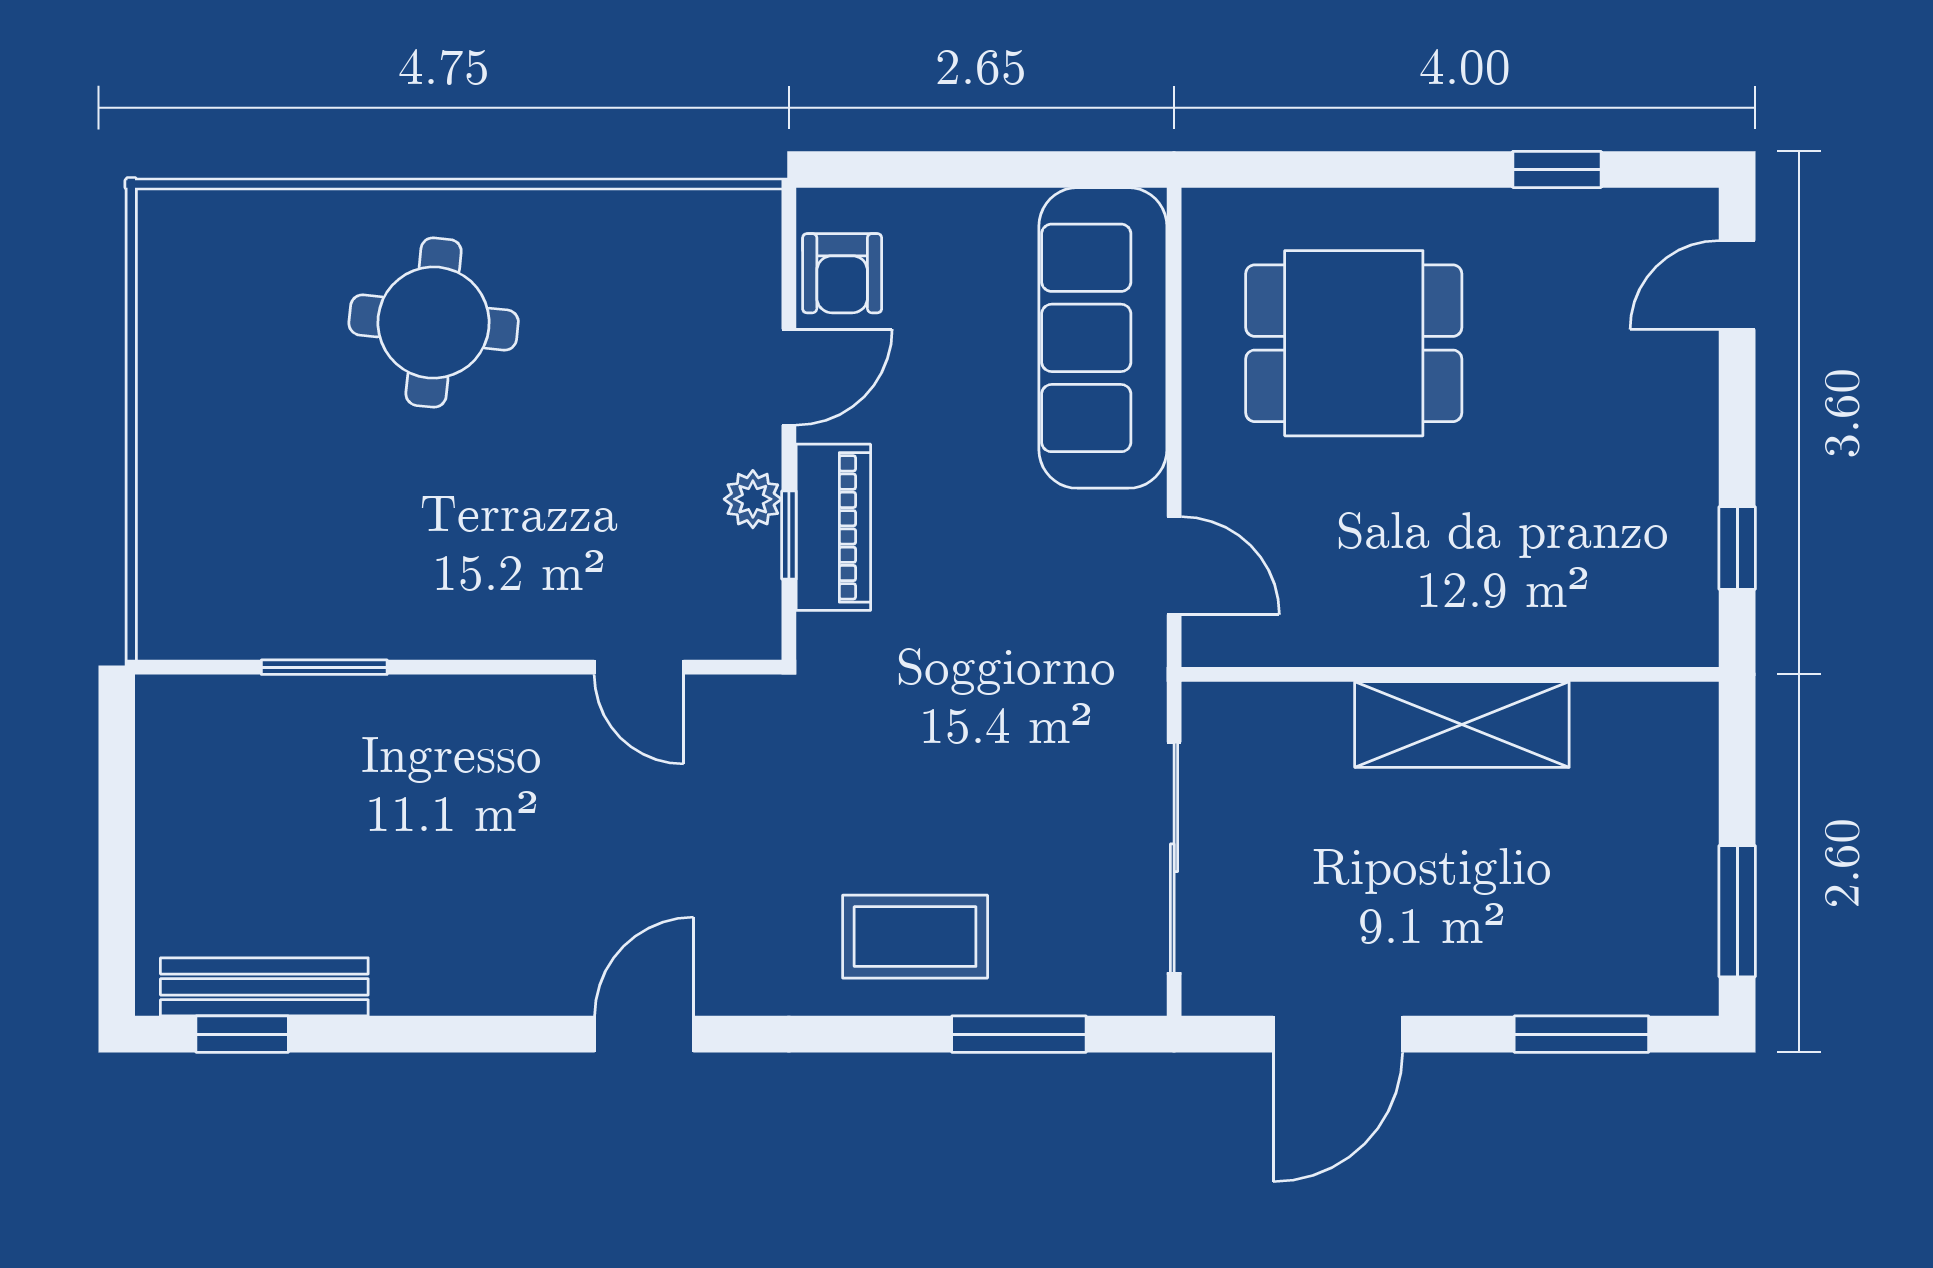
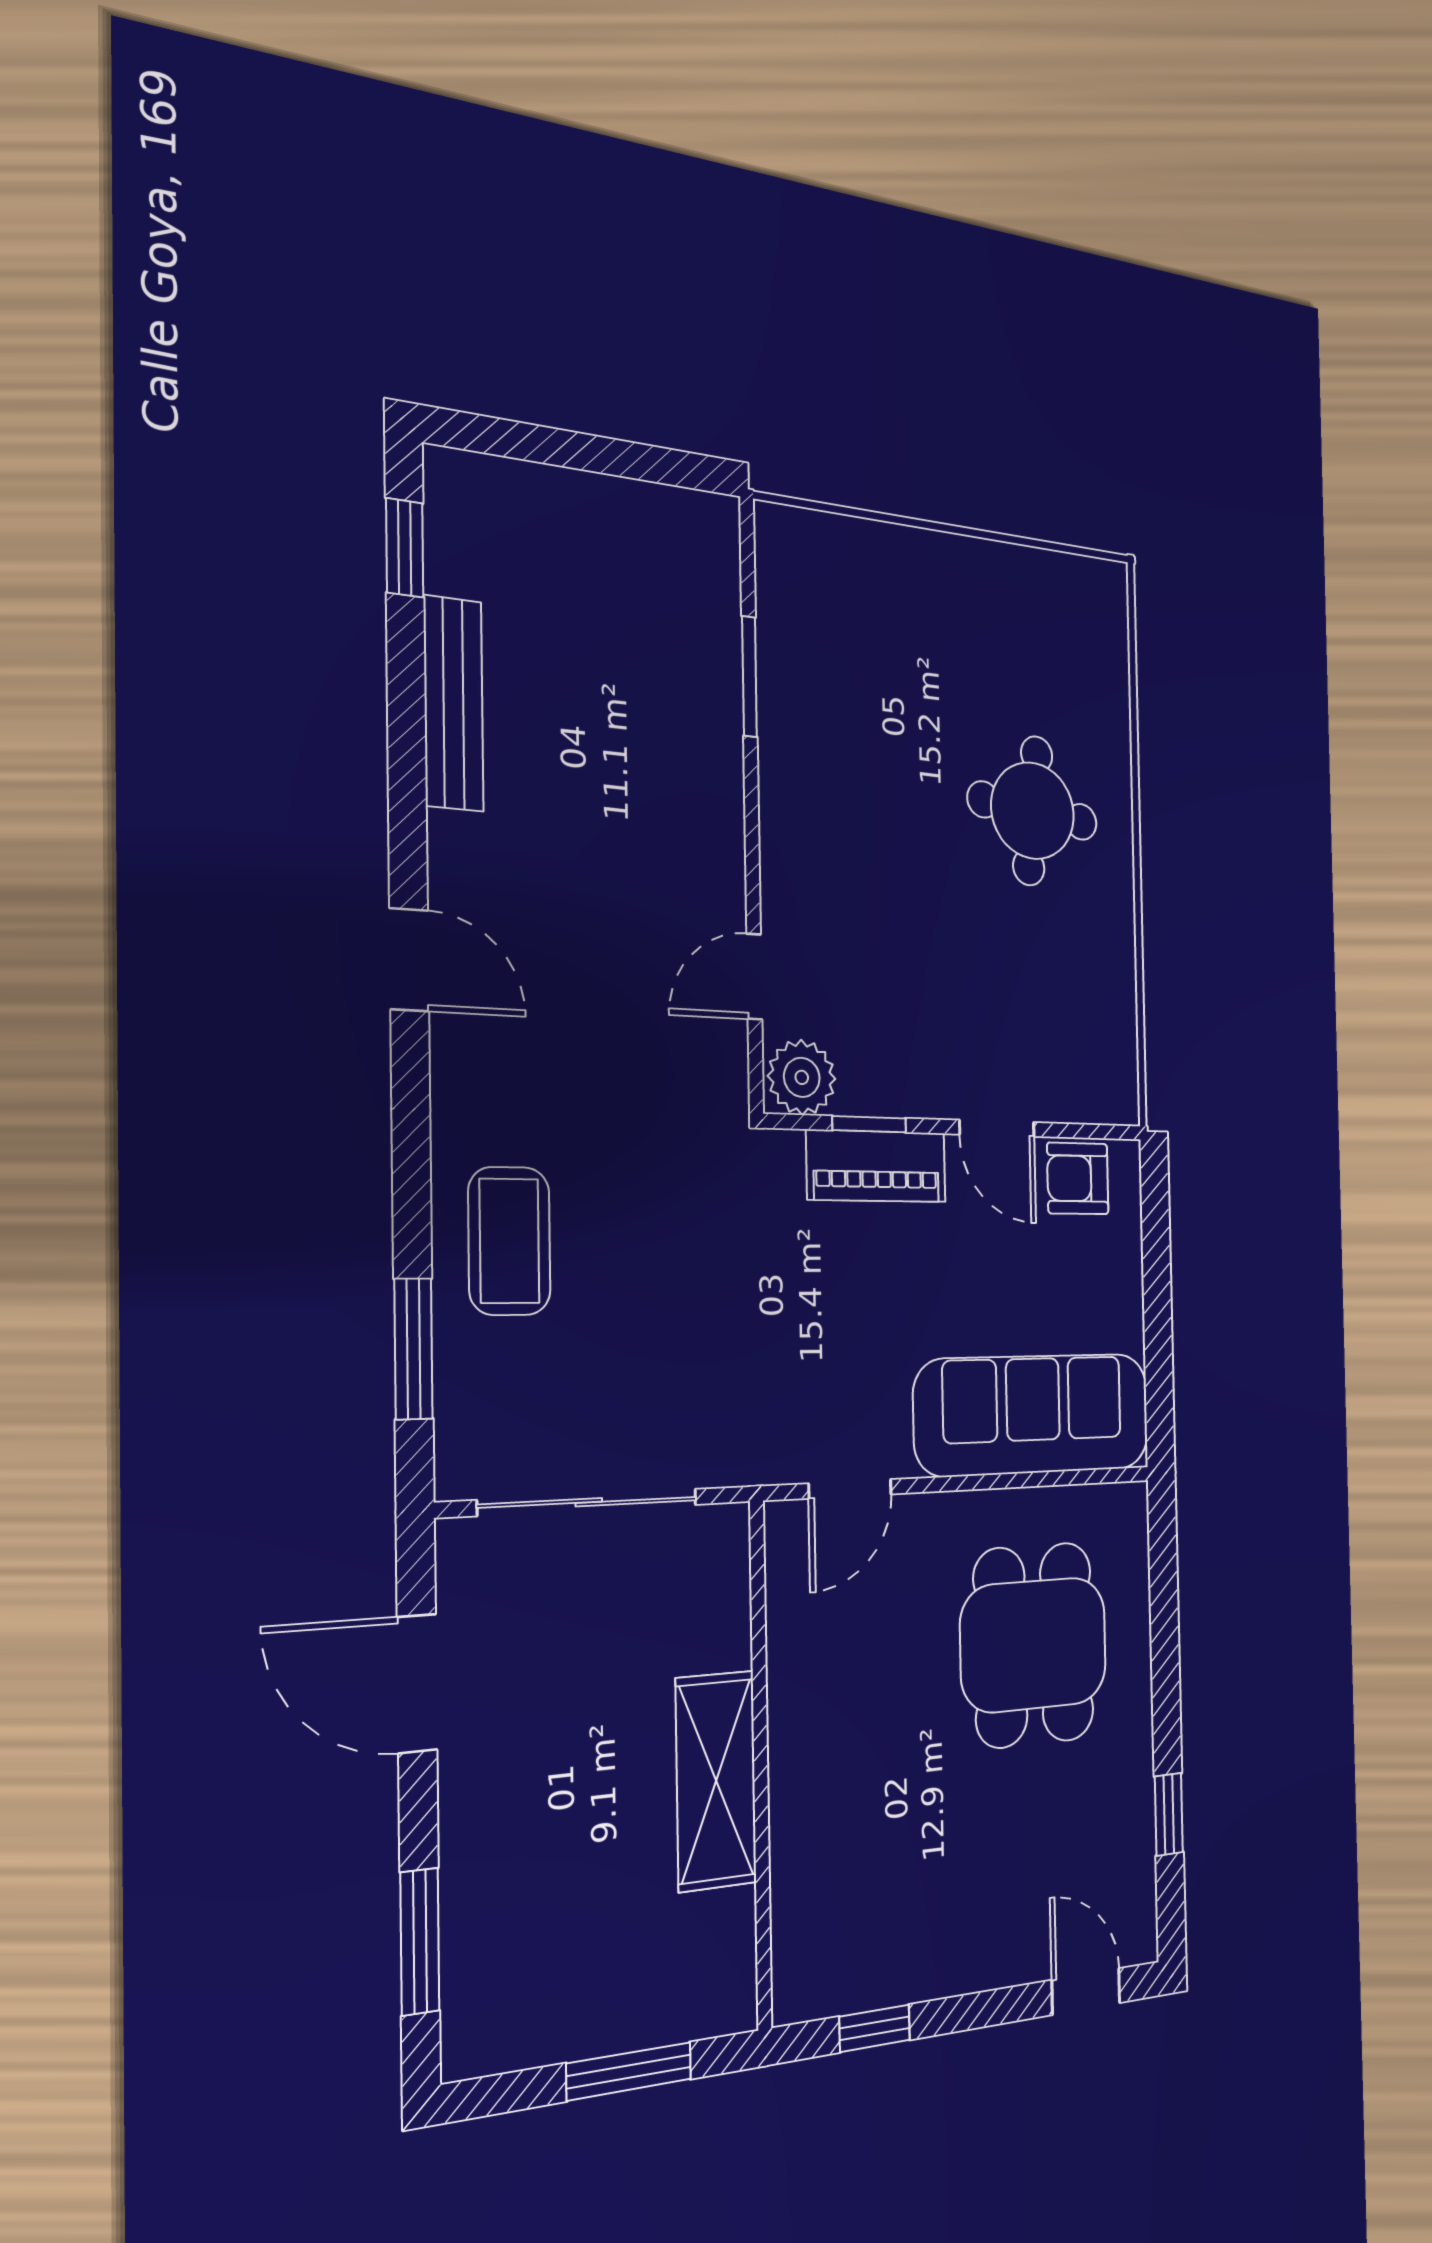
plant: (753, 499) -> (802, 1077), moved, width x1.38, depth x1.38
window: (1737, 911) -> (629, 2071), moved
bench: (264, 987) -> (454, 703), moved

